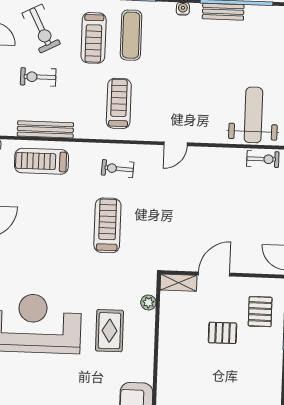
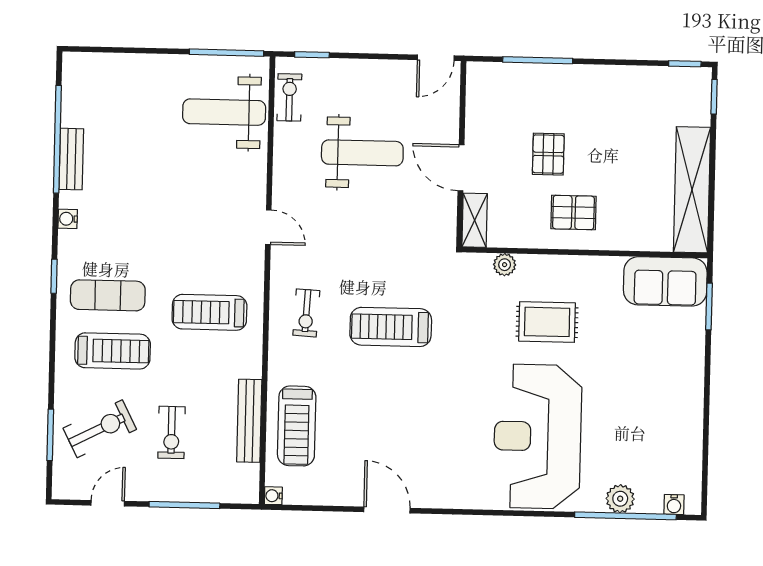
weight bench: (225, 208) -> (362, 153), added
pallet: (260, 312) -> (573, 212), moved

